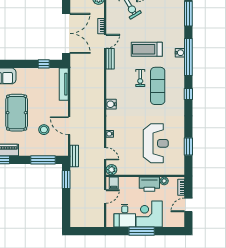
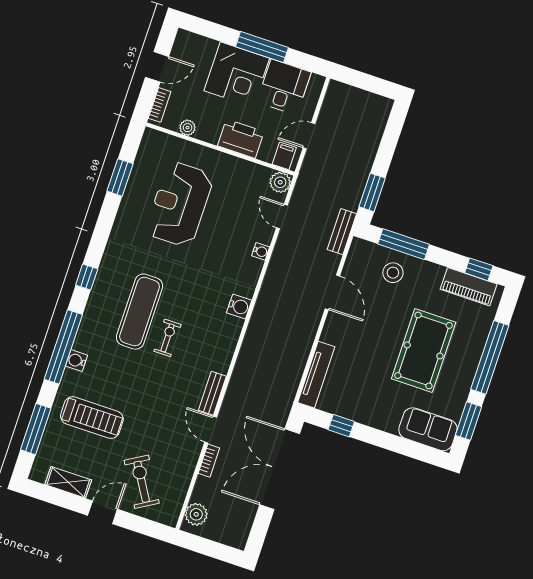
door: (105, 41) -> (211, 430), hinge flipped
treadmill: (147, 49) -> (92, 418), moved
stool: (44, 130) -> (393, 273), moved
printer: (149, 184) -> (241, 139), moved

